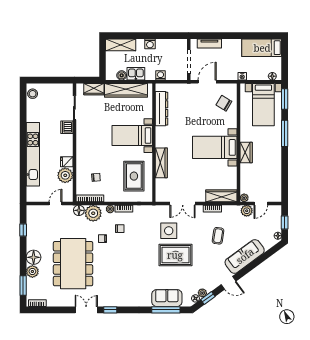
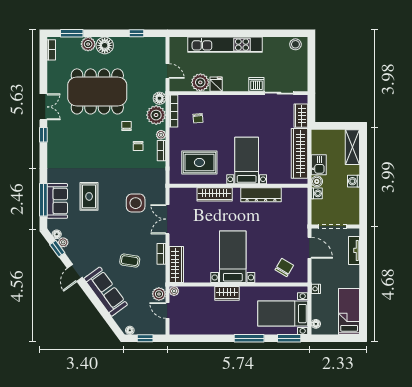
boiler: (122, 75) -> (317, 181), moved
dresser: (162, 109) -> (261, 195), moved
rug: (175, 255) -> (89, 196), moved, width x0.73, depth x0.70

